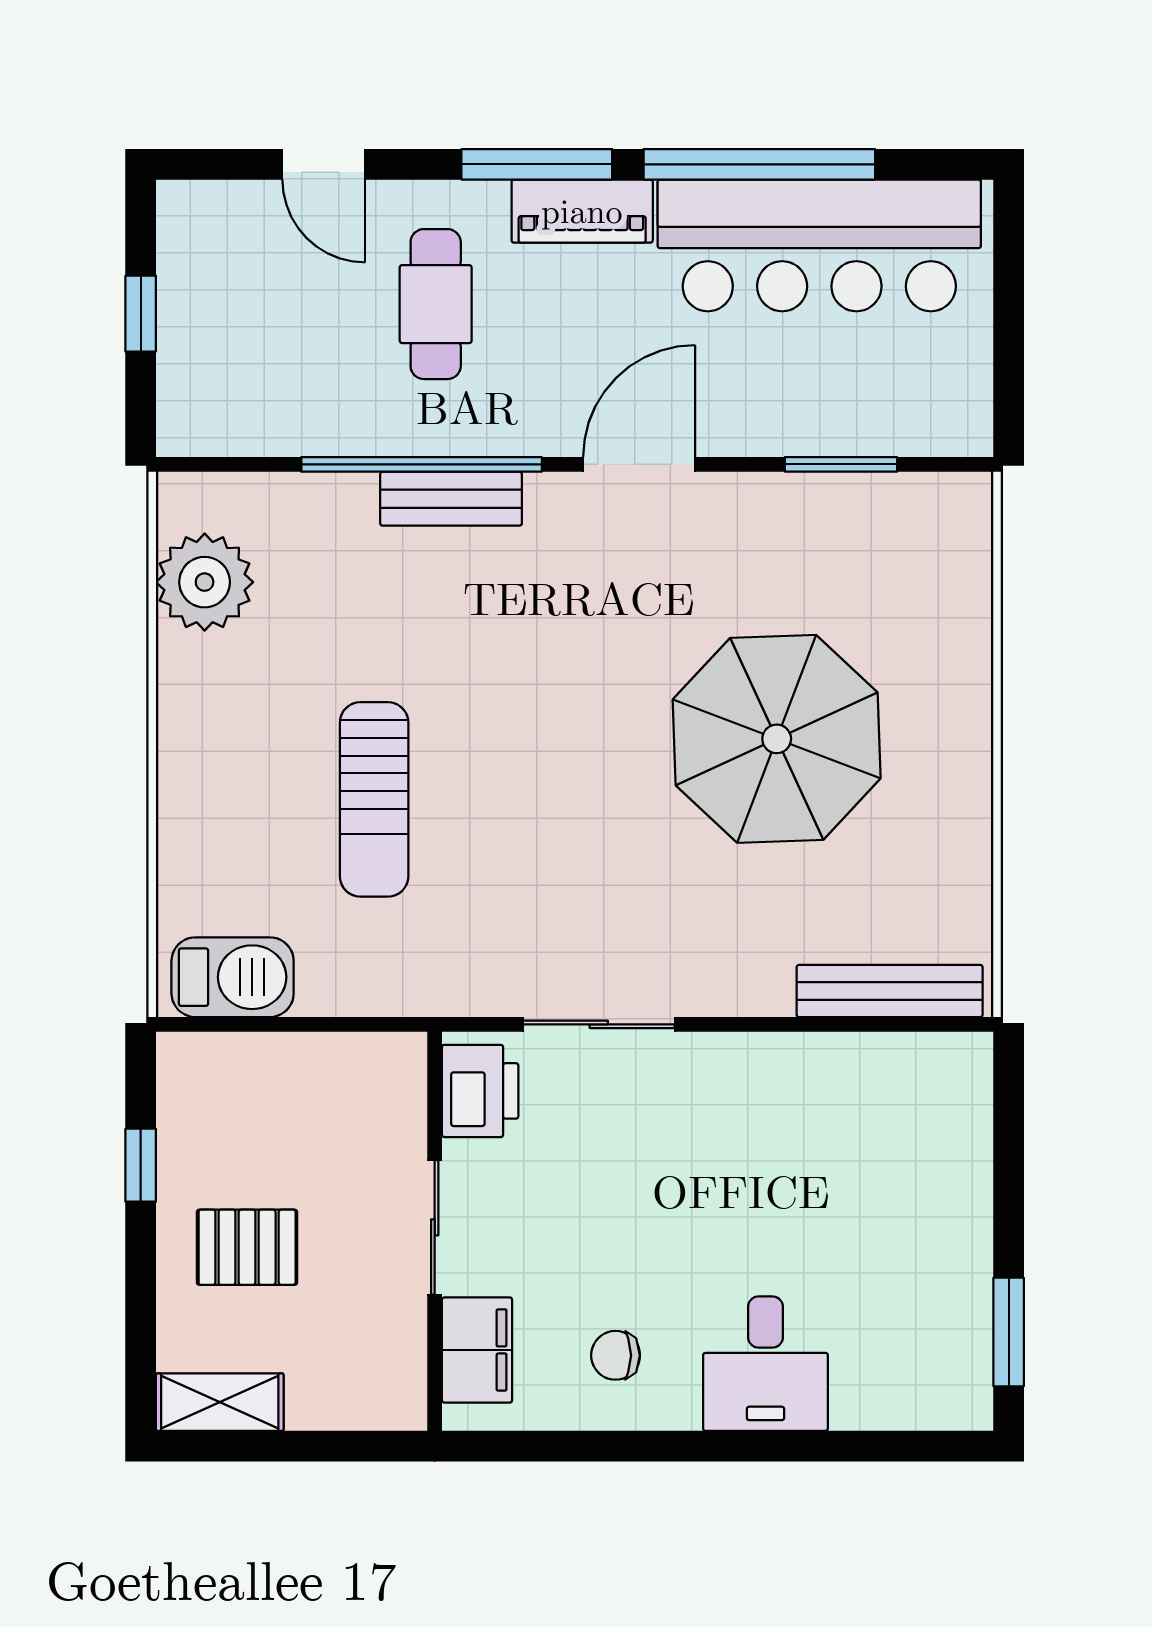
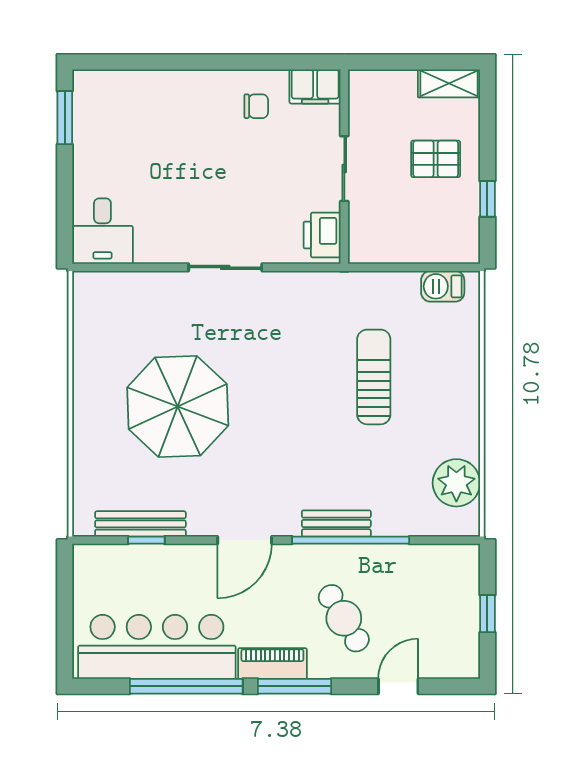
door: (324, 164) -> (398, 686), hinge flipped
cafe table: (436, 304) -> (344, 618), turned -31
window: (841, 464) -> (146, 540), width x0.67
barbecue: (233, 977) -> (443, 286), width x0.73, depth x0.79
bench: (890, 991) -> (140, 524), moved
sliding door: (599, 1024) -> (225, 267), moved
filing cabinet: (477, 1350) -> (315, 86), moved, turned -90
desk: (765, 1364) -> (102, 231), moved, turned 180

